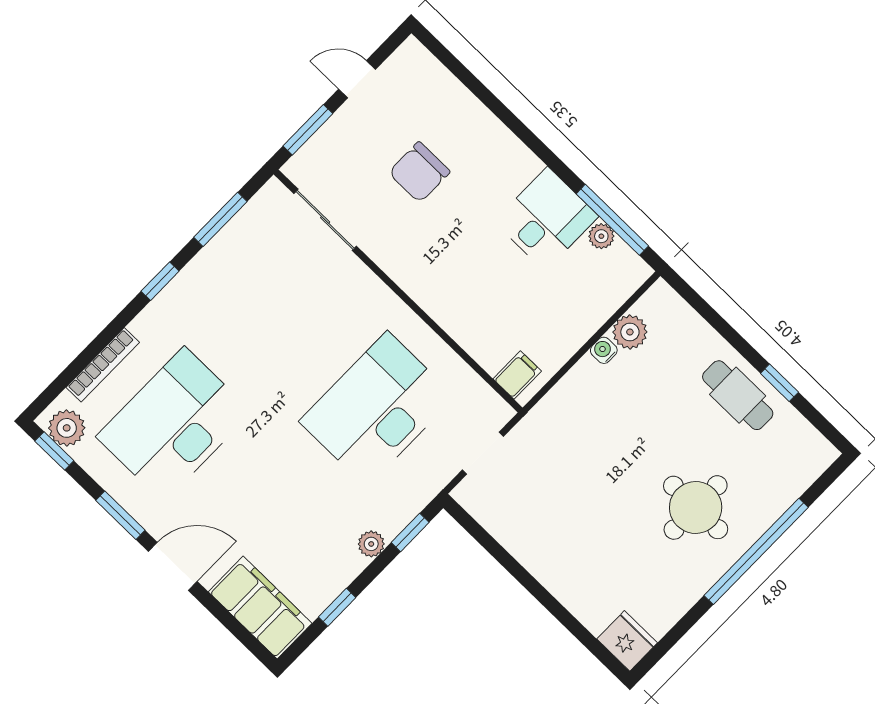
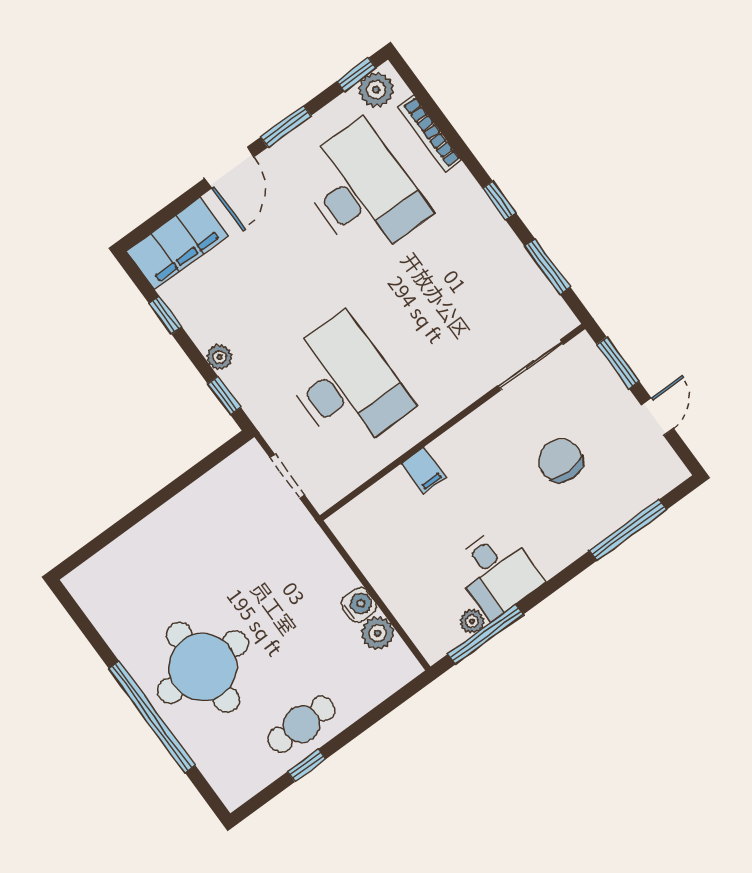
window: (480, 90) -> (628, 530), added
water cooler: (604, 350) -> (359, 605), width x1.38, depth x1.38
filing cabinet: (517, 375) -> (424, 470), moved
round table: (696, 507) -> (203, 667), width x1.36, depth x1.36
fridge: (627, 641) -> (88, 582), removed

